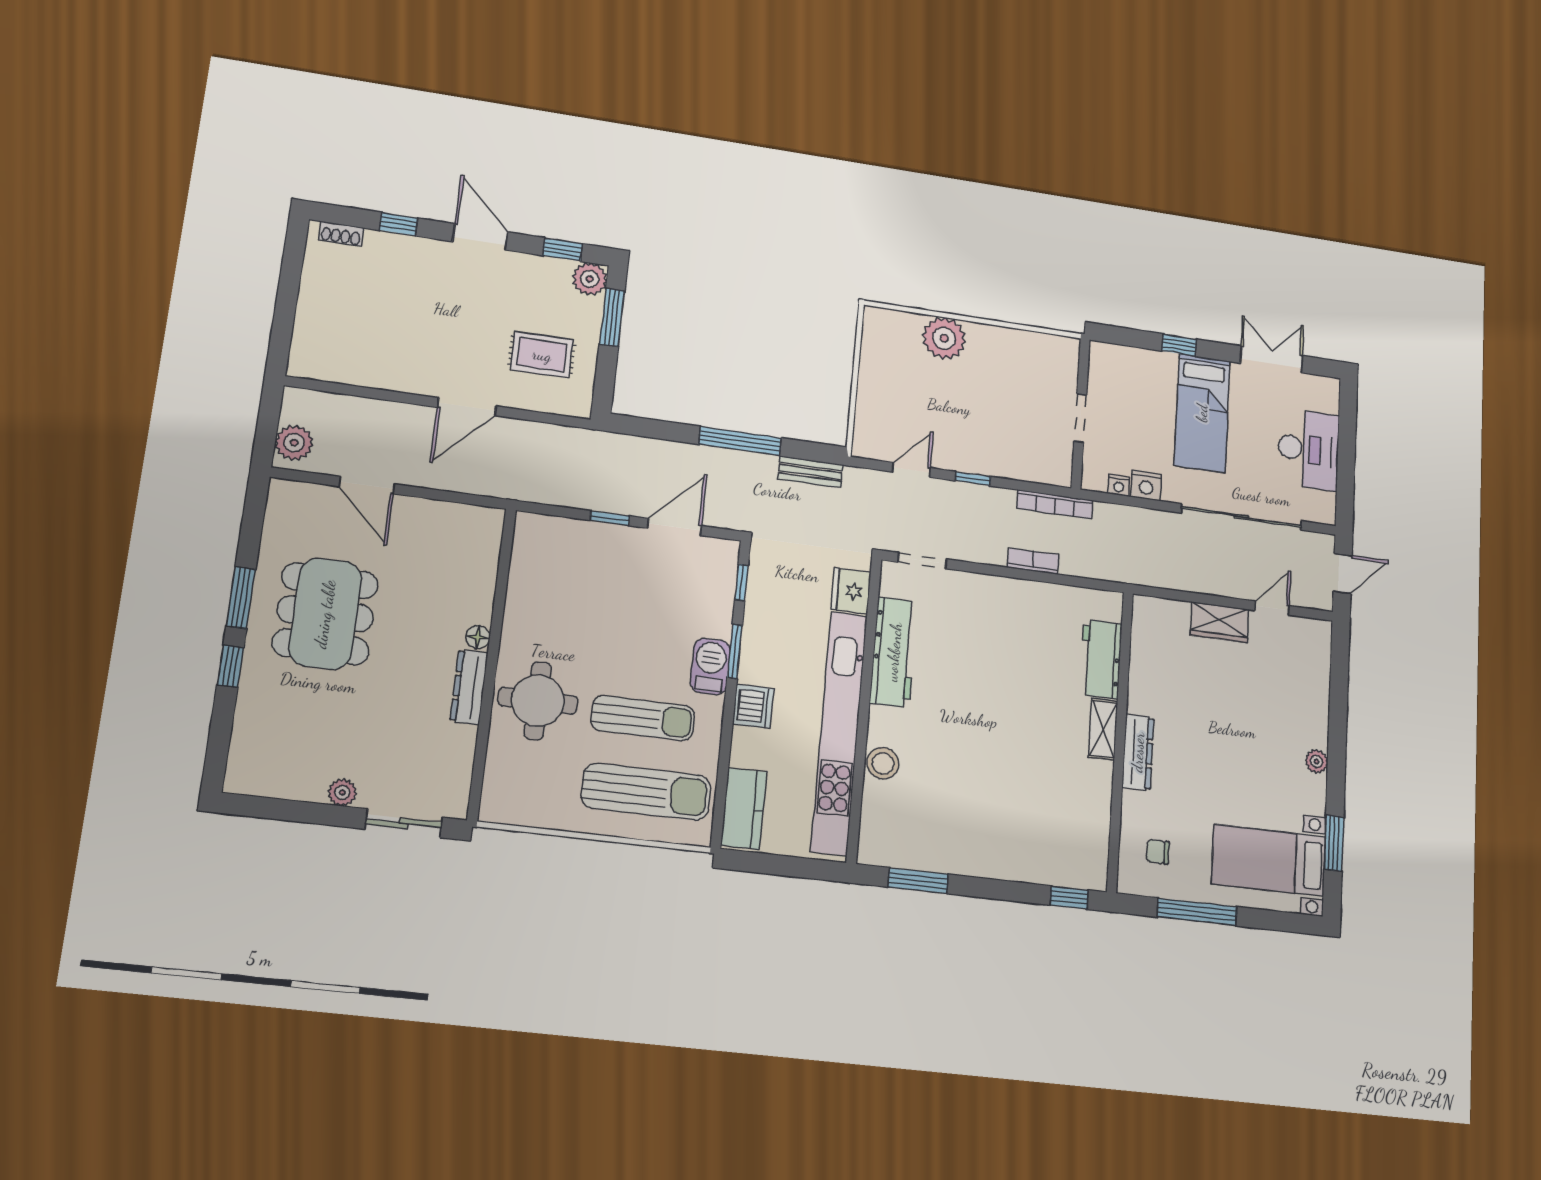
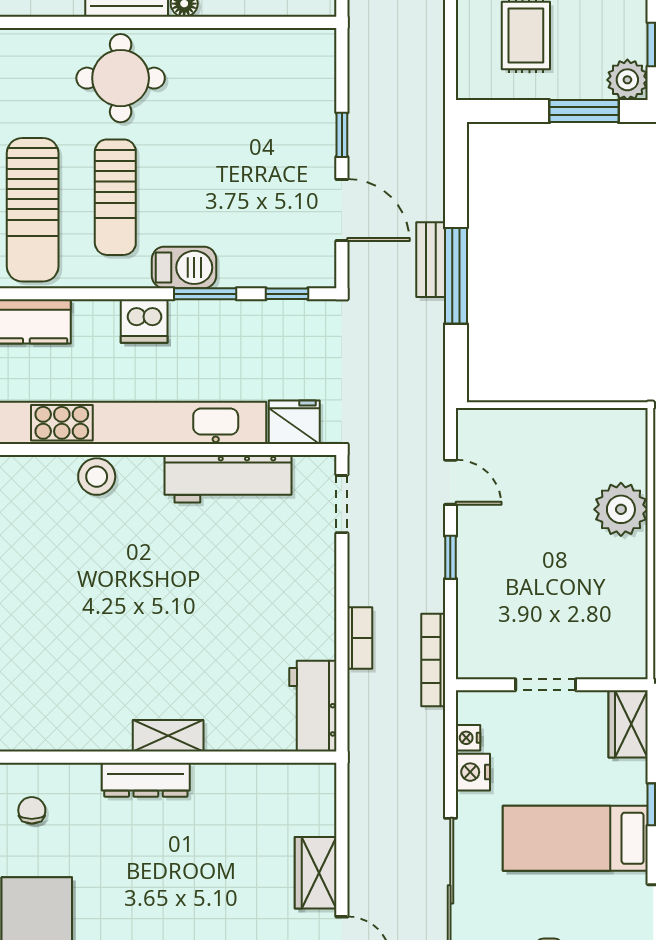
wardrobe: (1115, 359) -> (628, 724), added
bench: (810, 472) -> (431, 260), moved
workbench: (1101, 659) -> (313, 706), moved, turned -90

